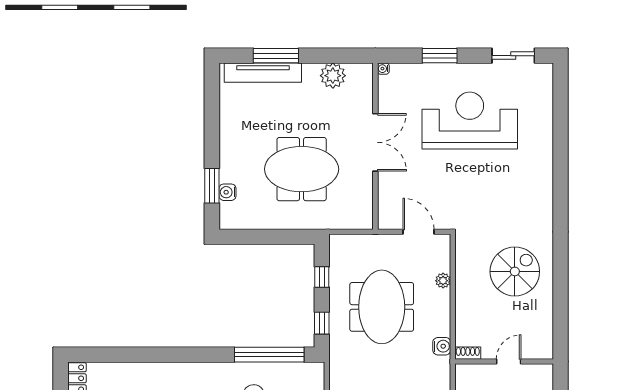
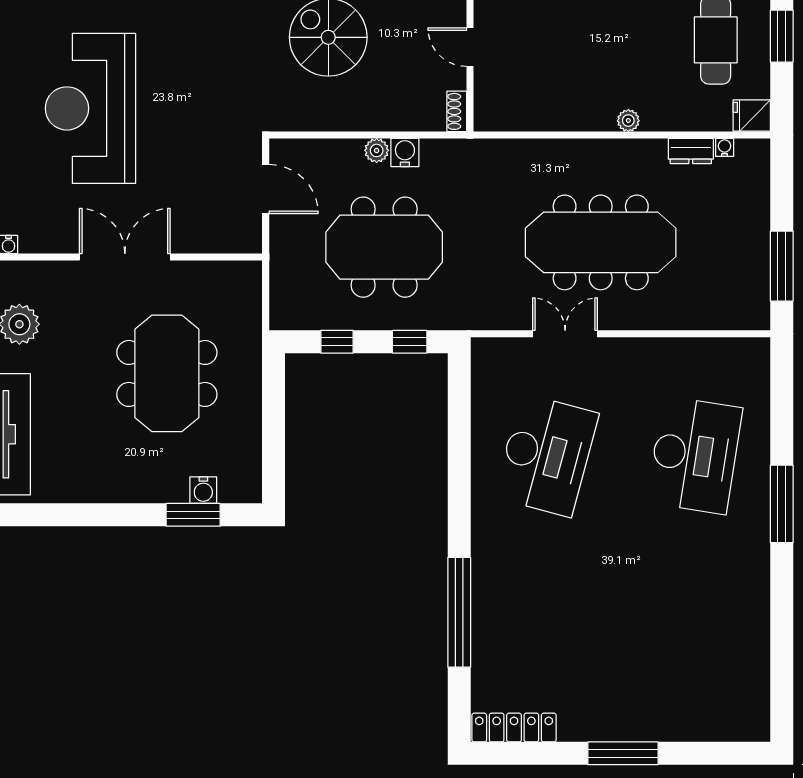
door: (419, 232) -> (266, 189), swing flipped
plant: (443, 281) -> (377, 150), moved
water cooler: (442, 346) -> (405, 152), moved
window: (269, 355) -> (459, 612), moved

